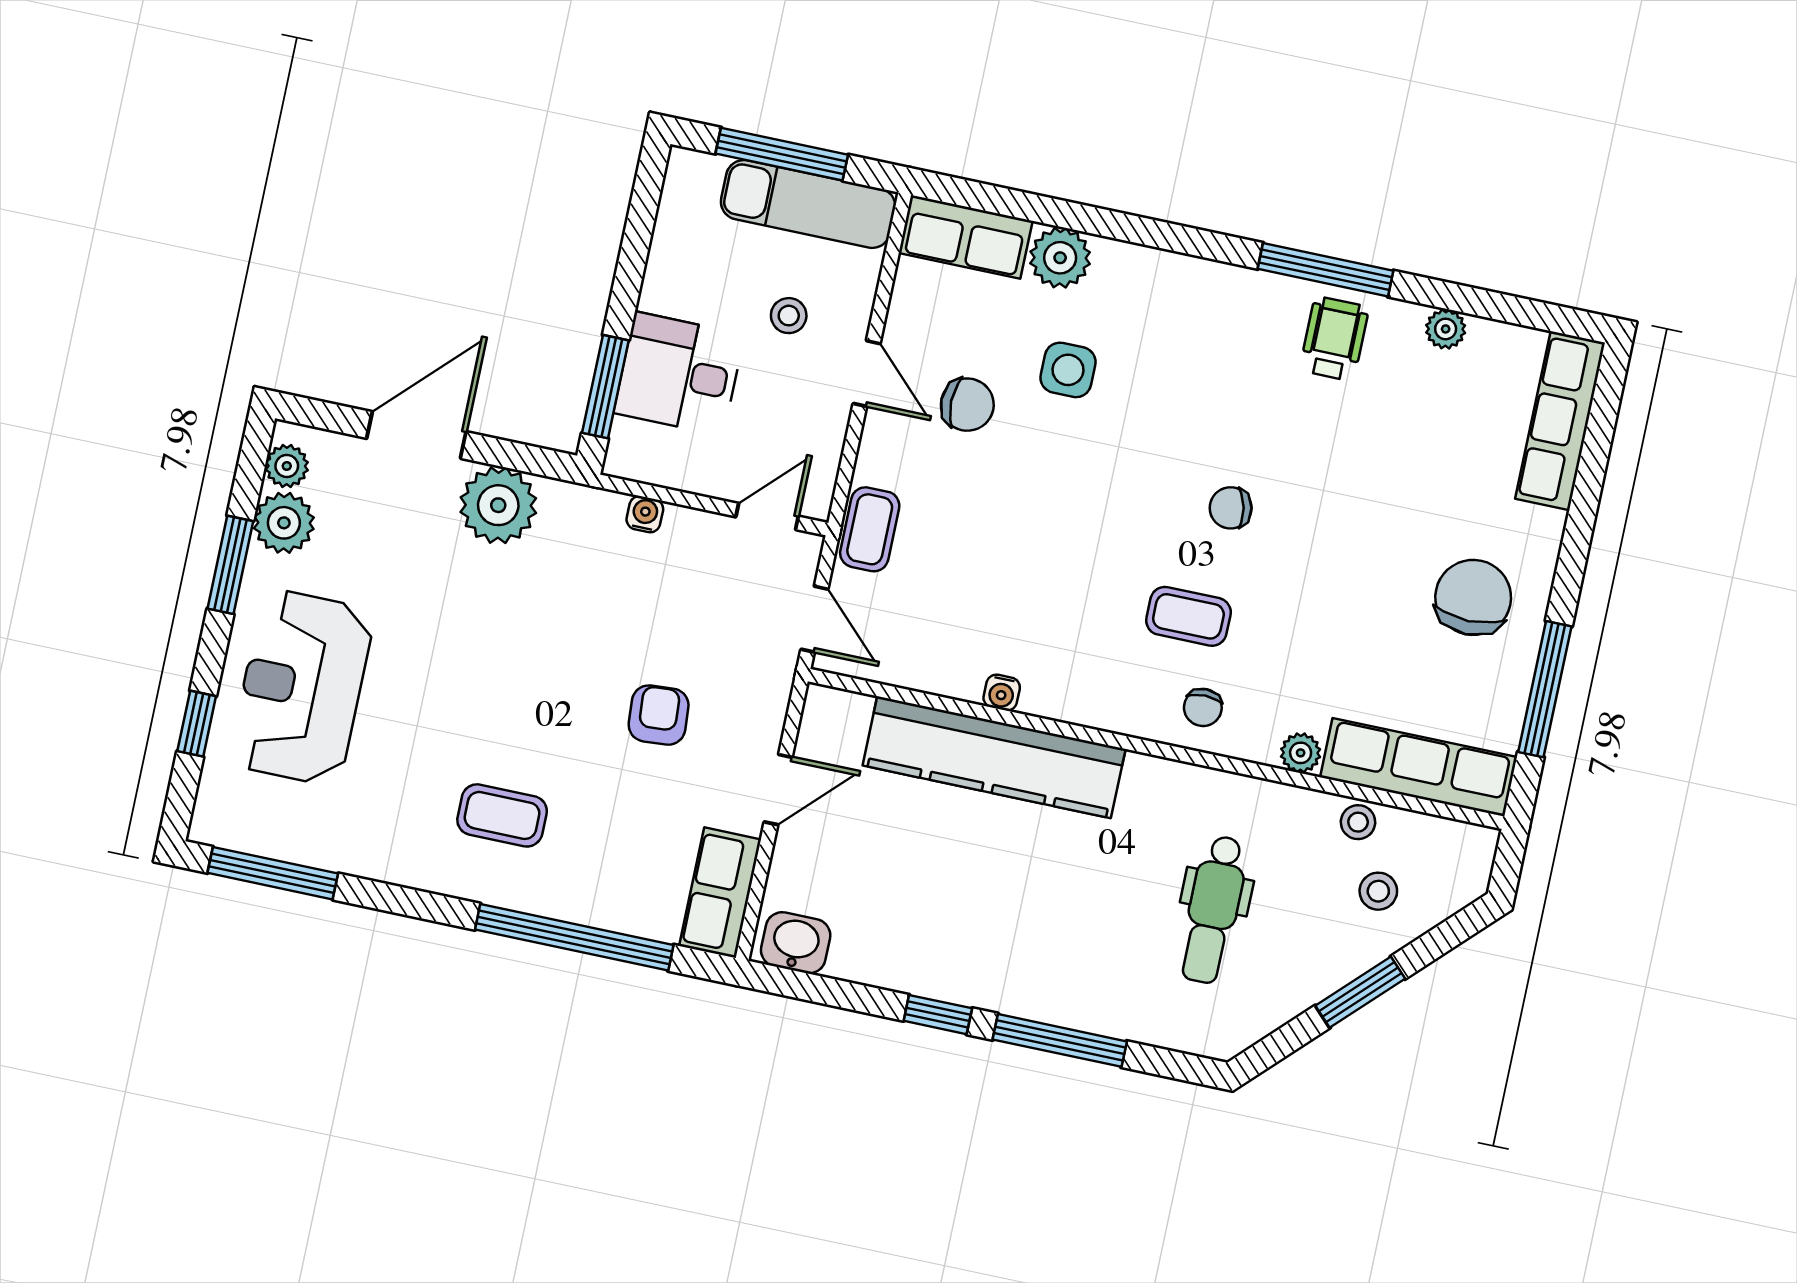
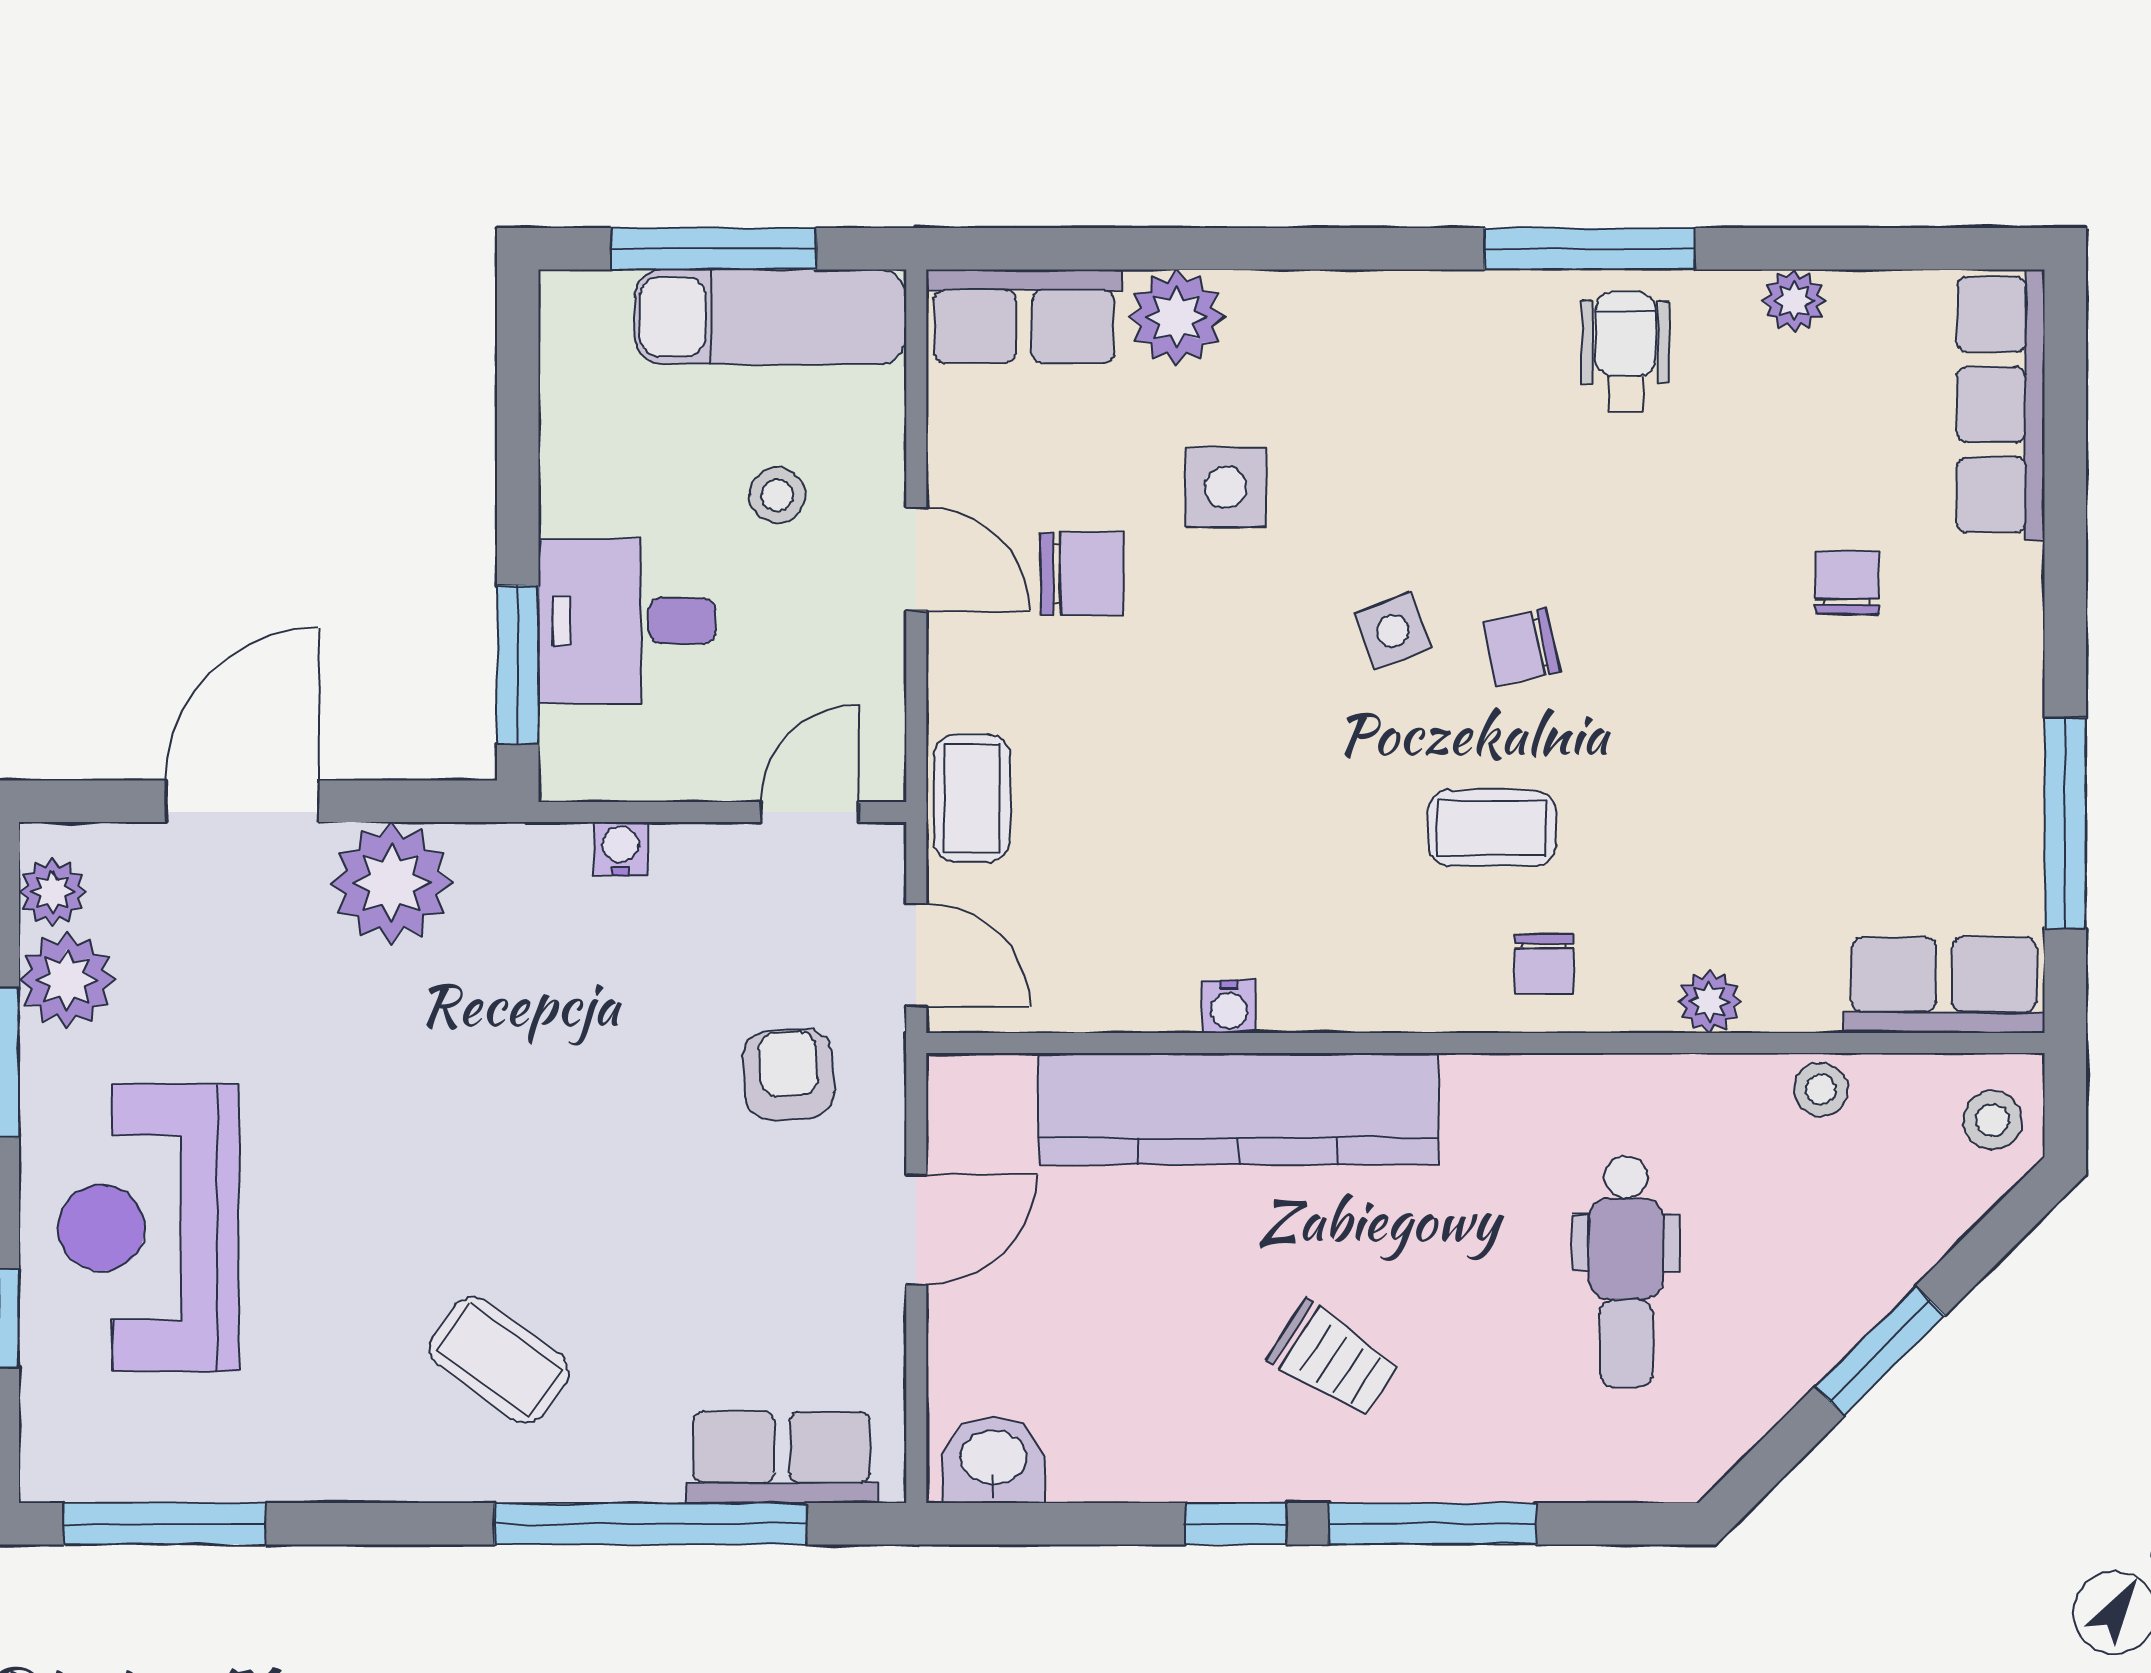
side table: (1153, 481) -> (1393, 631), added
chair: (1473, 597) -> (1847, 583), moved, width x0.54, depth x0.54
armchair: (659, 715) -> (789, 1075), moved
row of seats: (1419, 767) -> (1944, 985), width x0.68
coffee table: (502, 815) -> (499, 1360), turned 36
stool: (1378, 891) -> (1992, 1120), moved
row of seats: (720, 893) -> (782, 1457), moved, turned 90
trolley: (1020, 926) -> (1333, 1360), added

